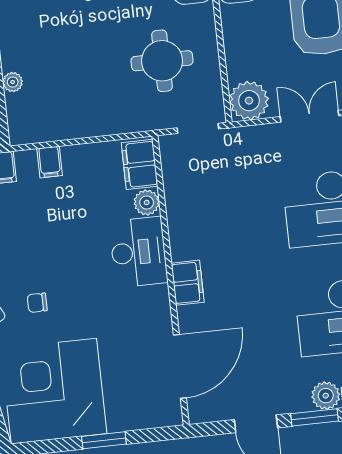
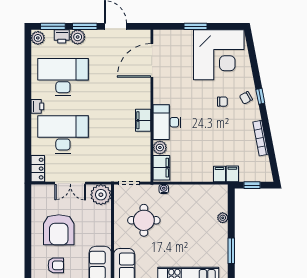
water cooler: (131, 124) -> (164, 189), added
filing cabinet: (50, 162) -> (219, 174), moved
filing cabinet: (188, 283) -> (143, 120), moved

